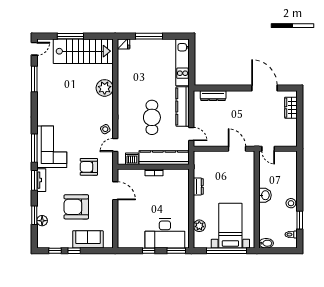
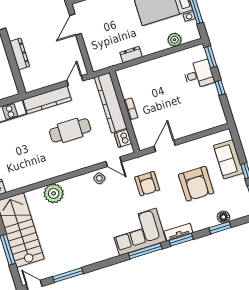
dresser: (213, 96) -> (19, 54), moved
desk: (165, 233) -> (199, 74), width x0.53, depth x0.77

